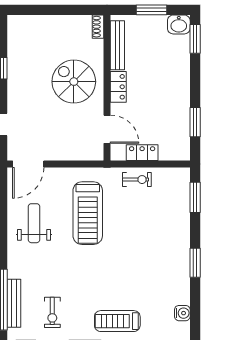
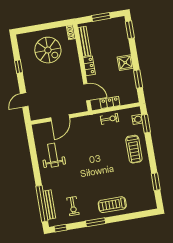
washbasin: (179, 24) -> (119, 23), removed
spiral stairs: (74, 82) -> (48, 50), moved, turned 180
shower: (178, 92) -> (125, 63), added
door: (28, 164) -> (60, 118), moved
treadmill: (88, 213) -> (134, 149), moved, width x0.73, depth x0.73
window: (195, 263) -> (156, 182), moved
water cooler: (182, 313) -> (137, 119), moved

